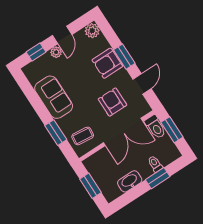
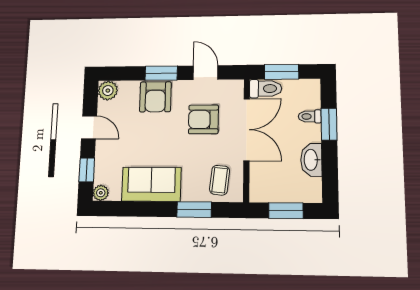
plant: (56, 52) -> (101, 193), moved

